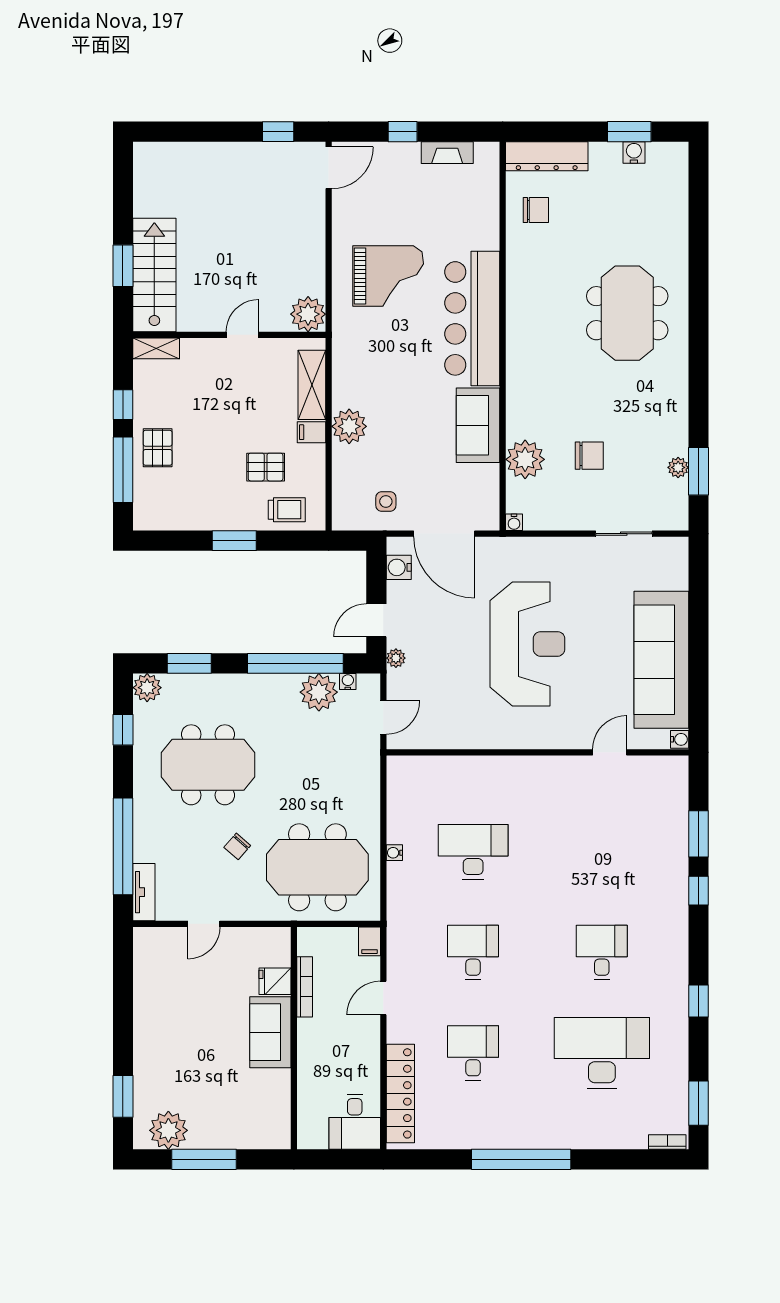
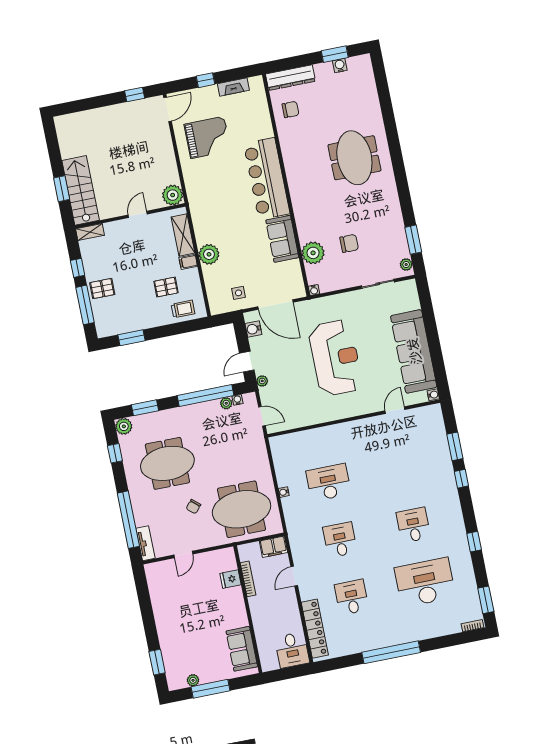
grand piano: (388, 276) -> (207, 137), moved
pallet: (158, 448) -> (102, 289), turned 90
plant: (678, 467) -> (406, 265), moved
window: (234, 541) -> (131, 338), moved
plant: (319, 692) -> (226, 403), width x0.53, depth x0.53
door: (383, 717) -> (262, 416), hinge flipped
filing cabinet: (369, 941) -> (273, 547), width x2.00
sofa: (270, 1032) -> (242, 649), moved
plant: (168, 1130) -> (193, 680), width x0.53, depth x0.53

